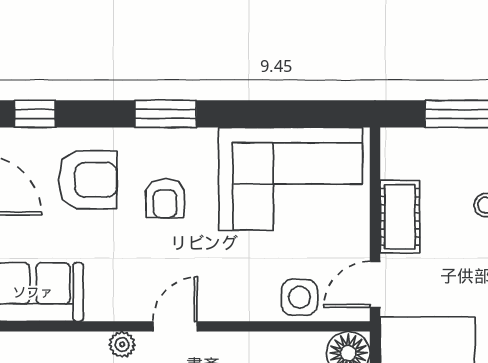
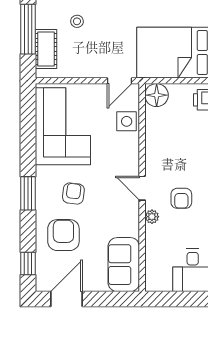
armchair: (165, 198) -> (73, 193), turned -83
cot: (400, 217) -> (46, 49), moved, turned 90
door: (375, 284) -> (120, 81), hinge flipped

